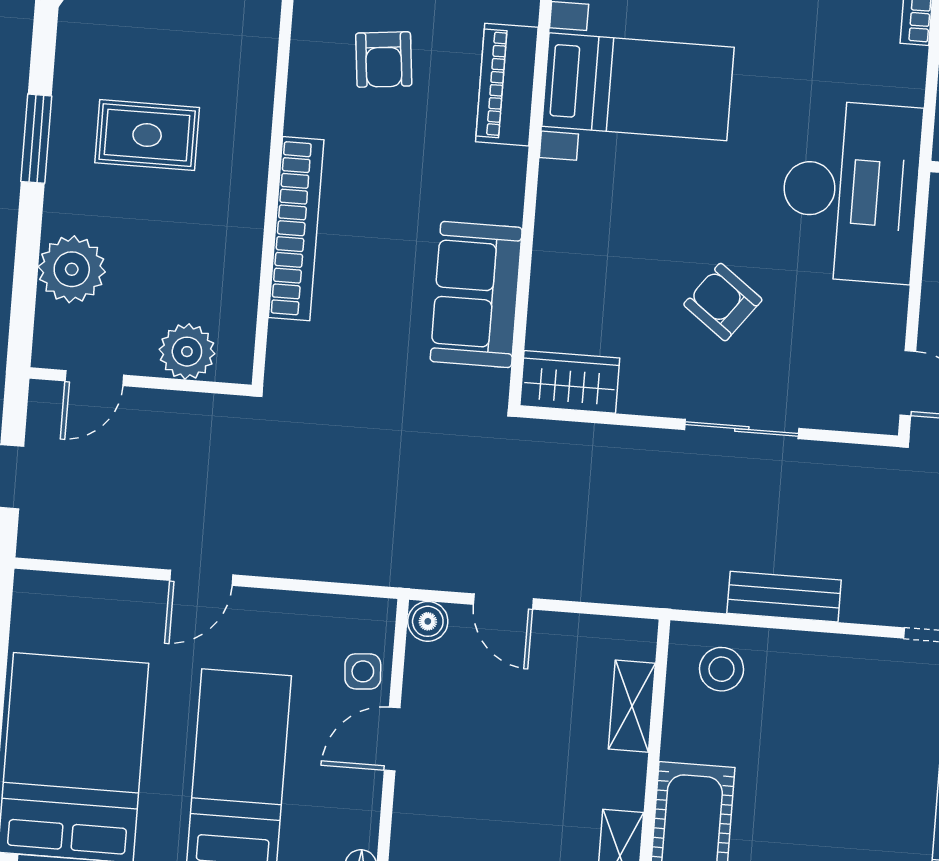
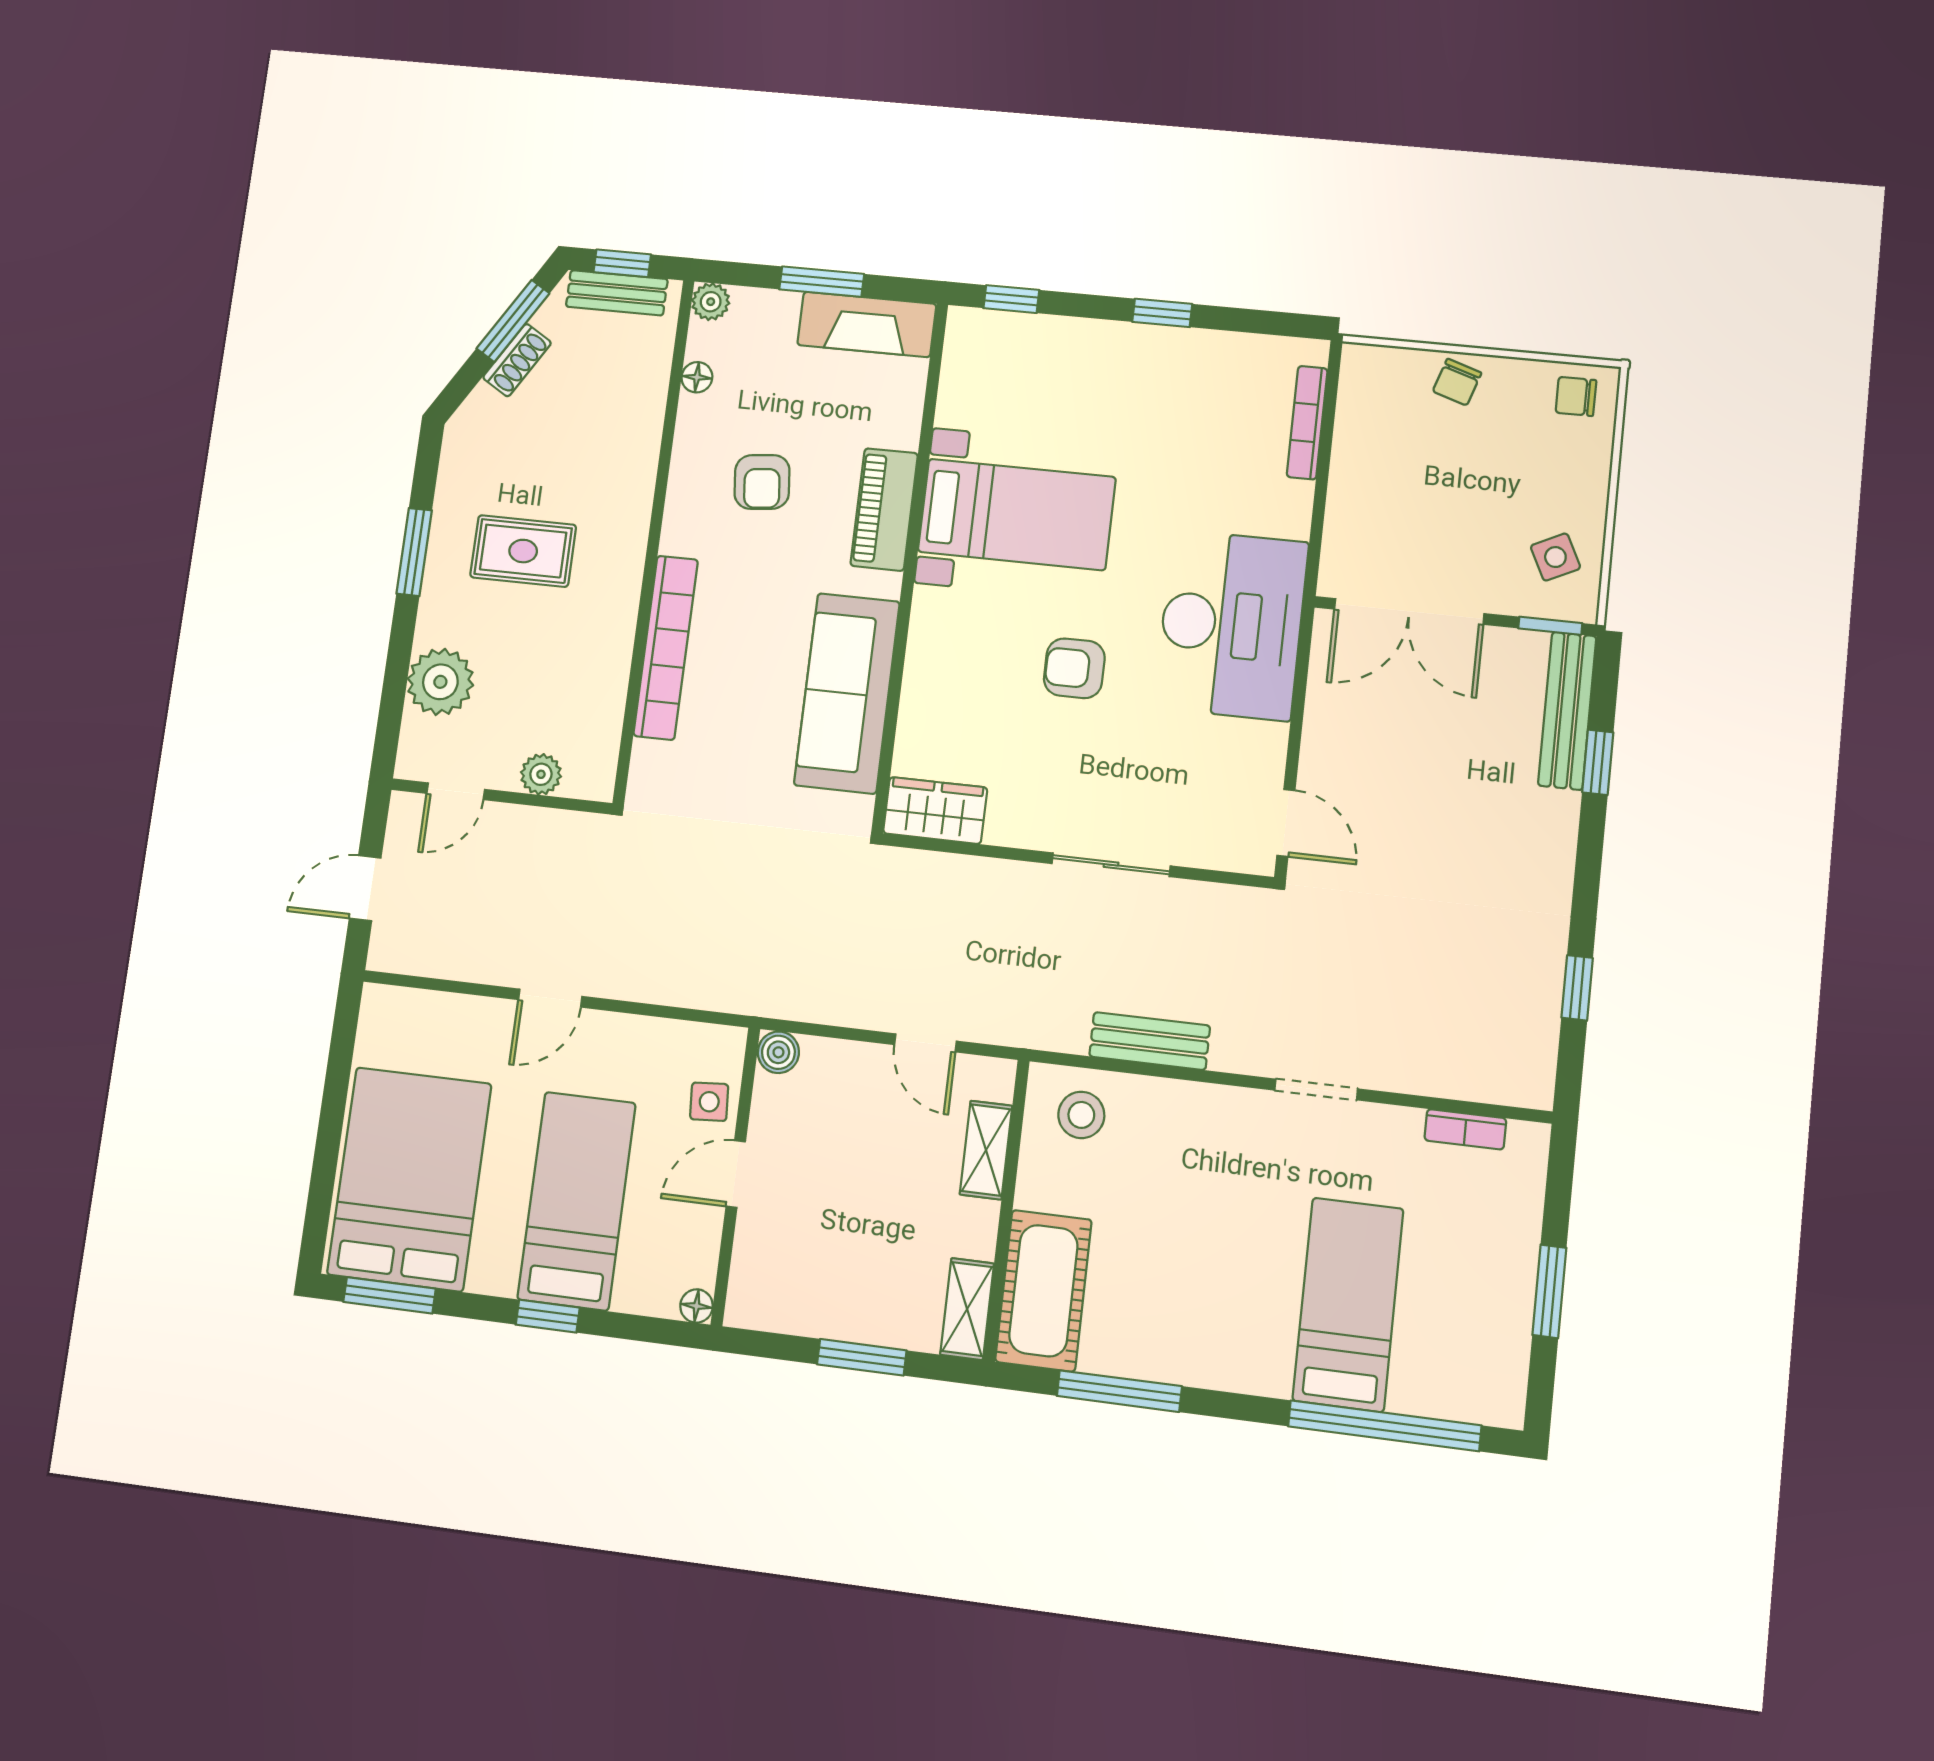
sofa: (476, 295) -> (847, 693), width x1.36
armchair: (723, 302) -> (1074, 668), moved, turned -37
plant: (187, 352) -> (541, 774), width x0.73, depth x0.73
door: (503, 602) -> (925, 1043), moved

